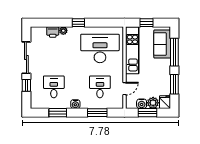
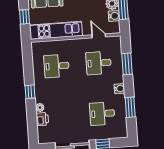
desk: (100, 48) -> (57, 66), width x0.53, depth x0.77

